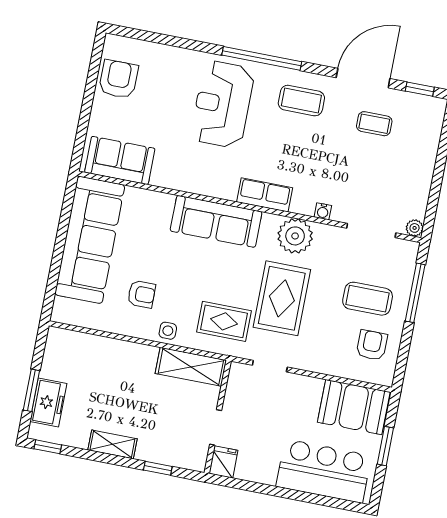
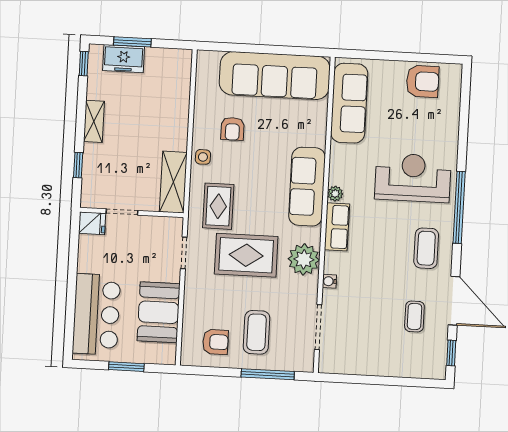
sofa: (120, 160) -> (349, 103), width x1.36
plant: (415, 228) -> (335, 194), moved
booth: (354, 407) -> (159, 312), moved

